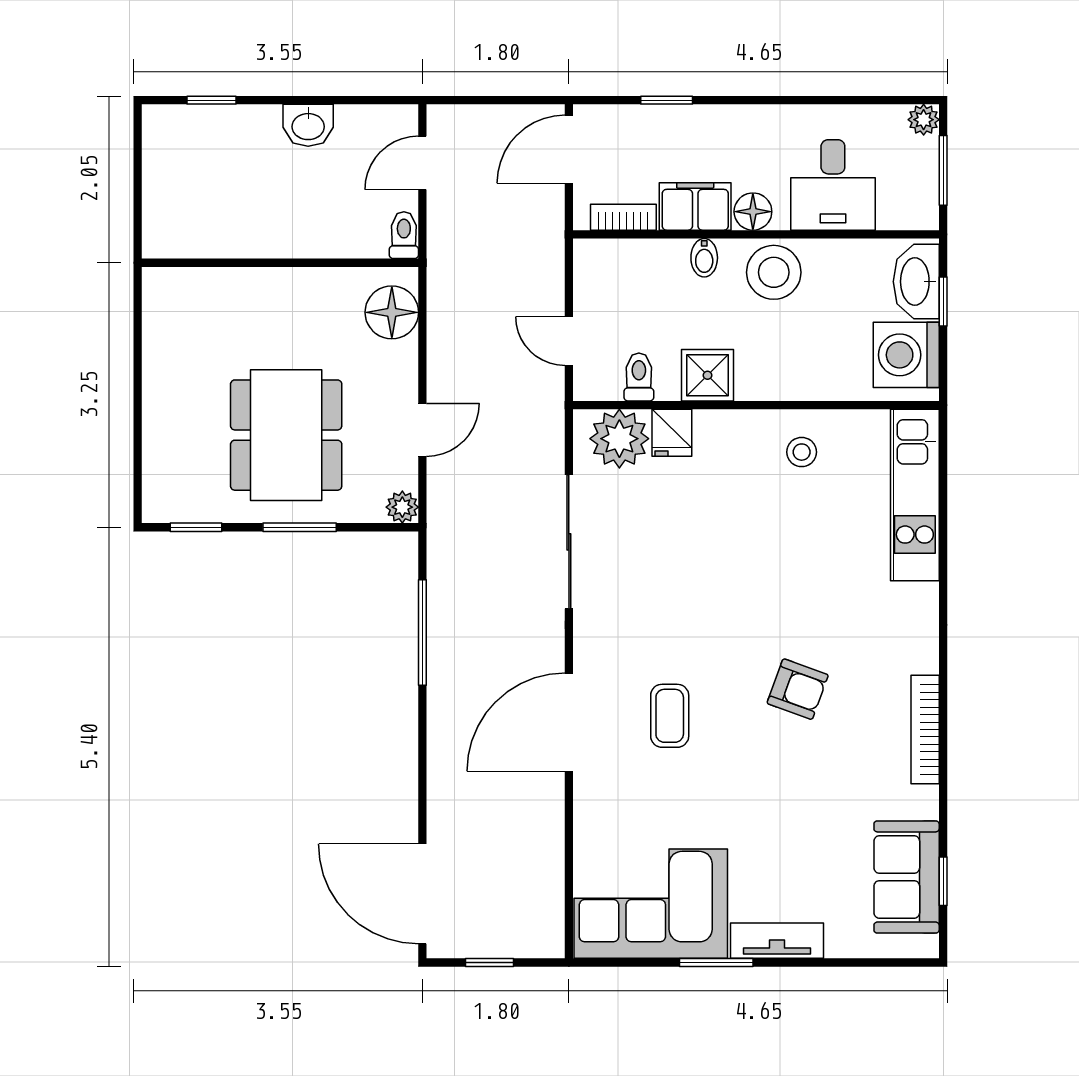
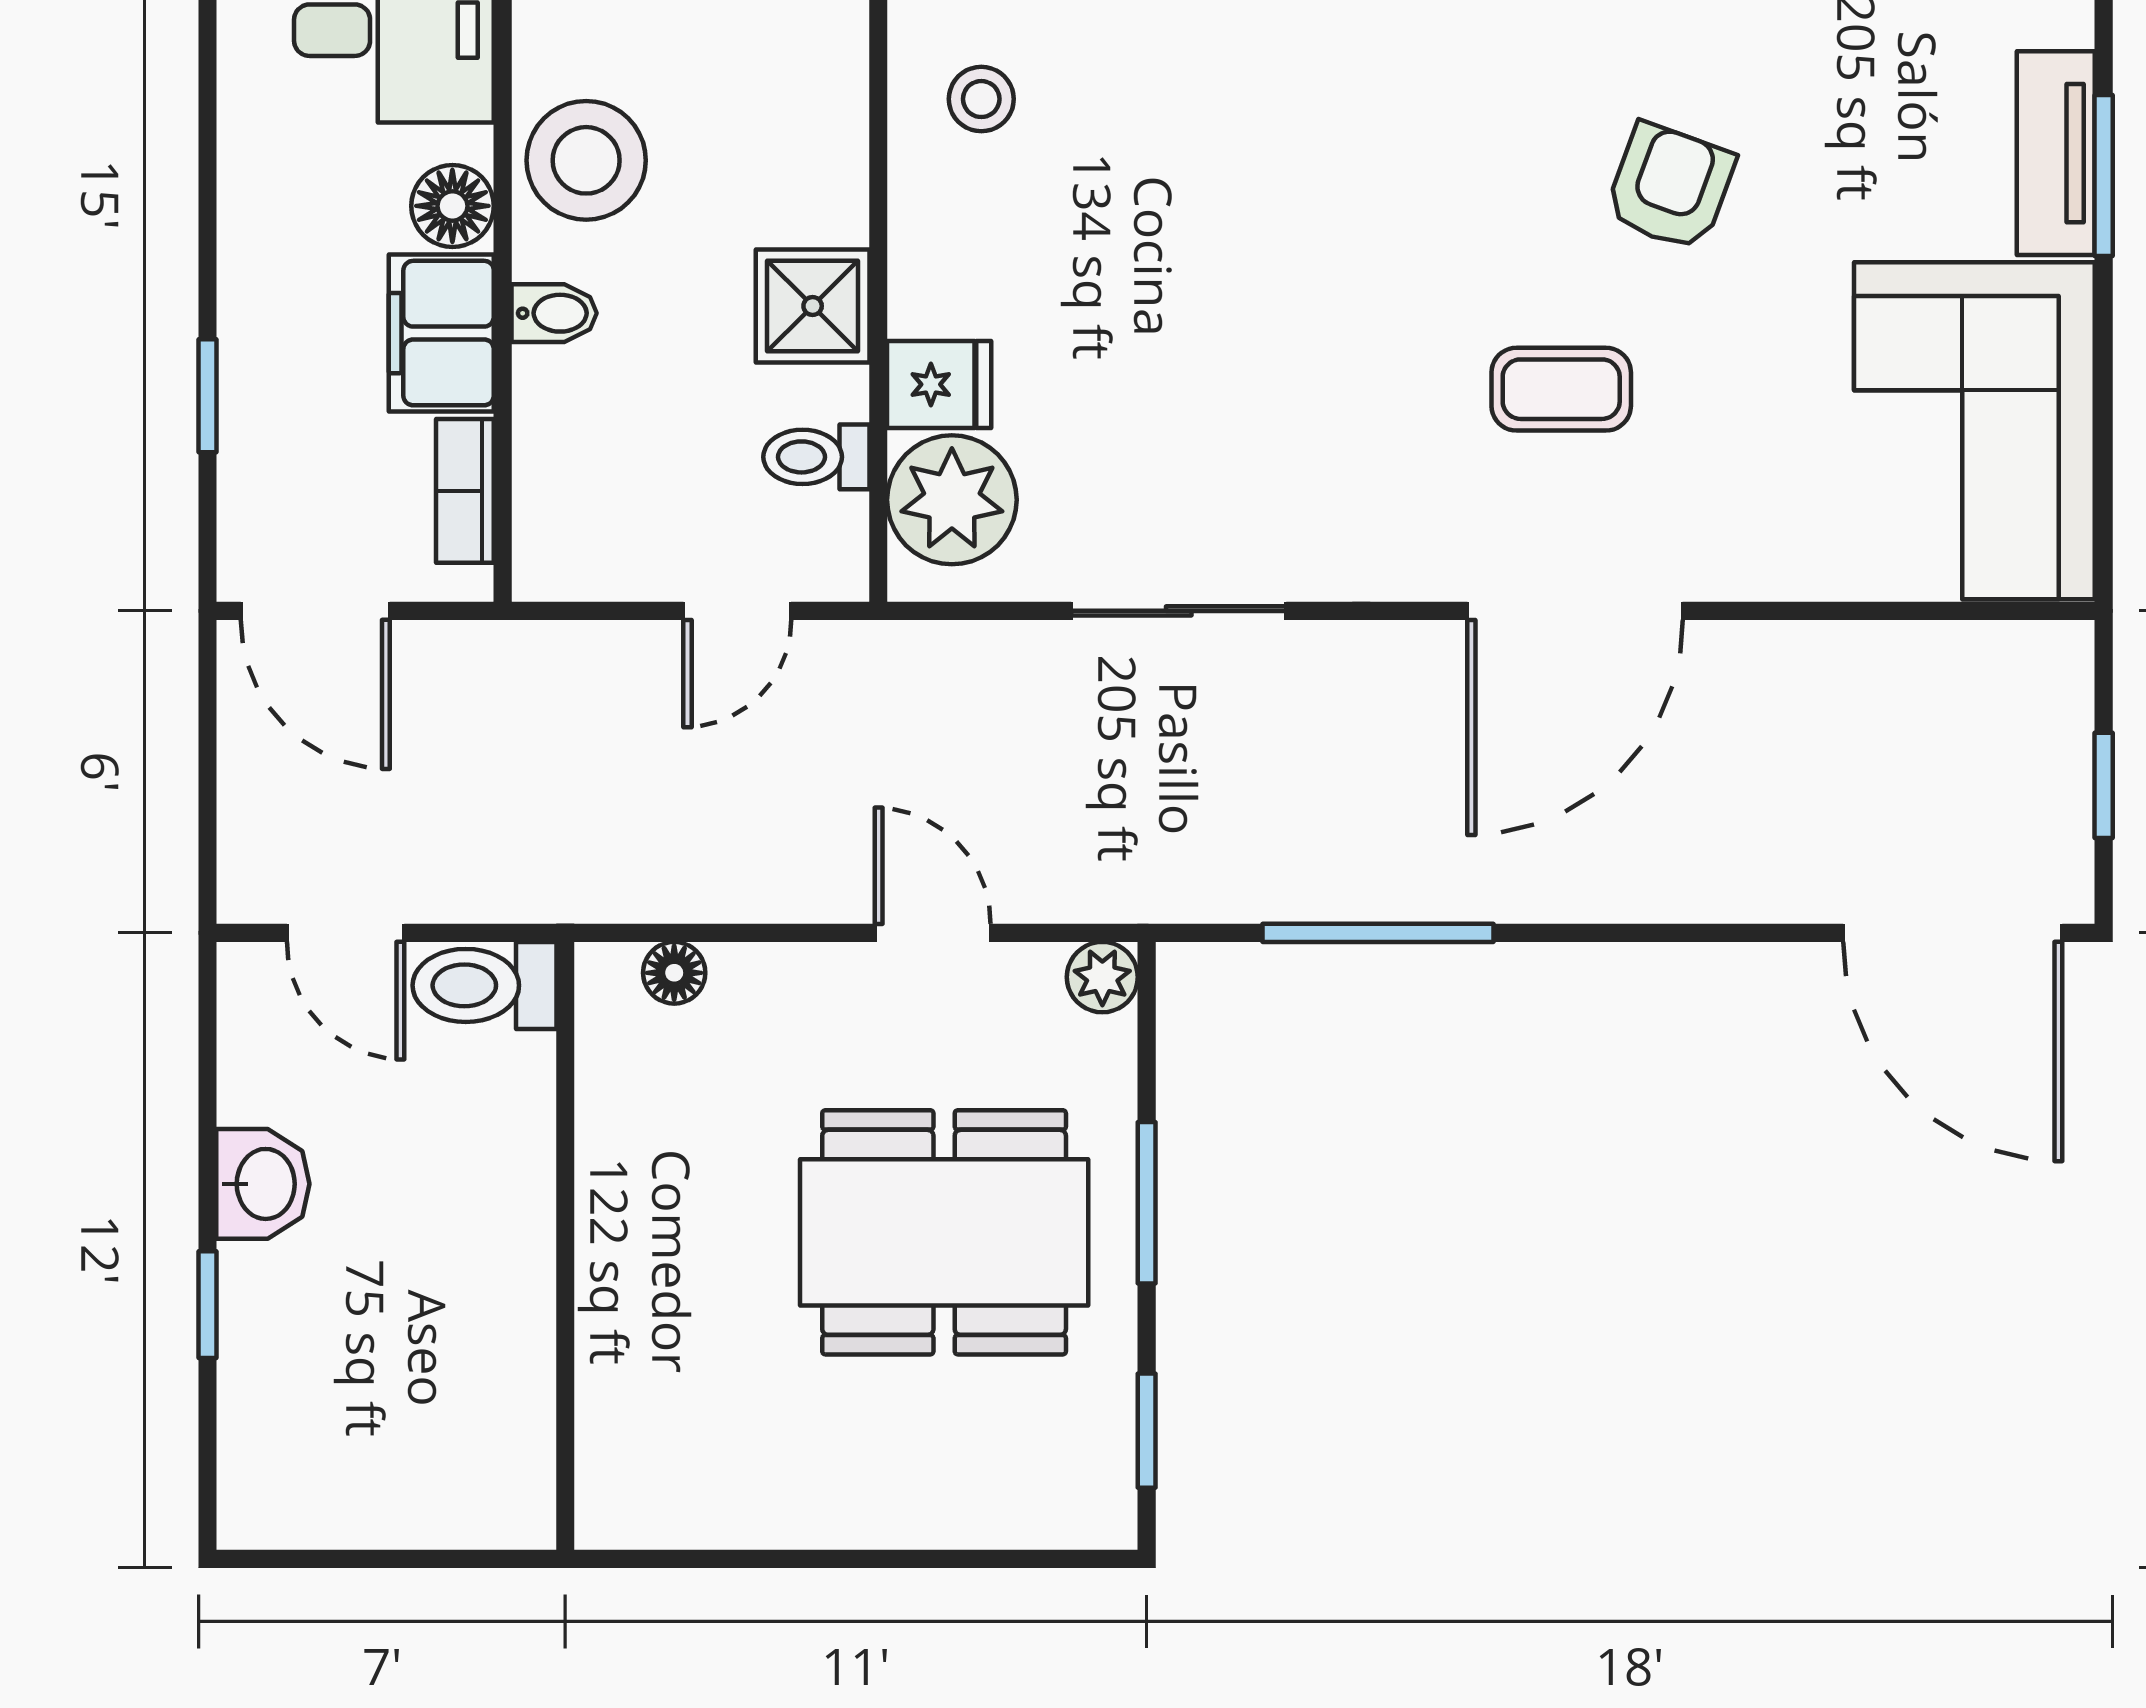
window: (212, 100) -> (207, 1305), moved
toilet: (404, 235) -> (484, 985), width x1.37, depth x1.39
floor lamp: (392, 312) -> (674, 973), width x0.53, depth x0.53
sliding door: (569, 542) -> (1179, 611), width x0.73
armchair: (798, 689) -> (1670, 187), moved
door: (569, 722) -> (1575, 611), hinge flipped
door: (422, 894) -> (1953, 933), hinge flipped
window: (716, 962) -> (2104, 175), moved

